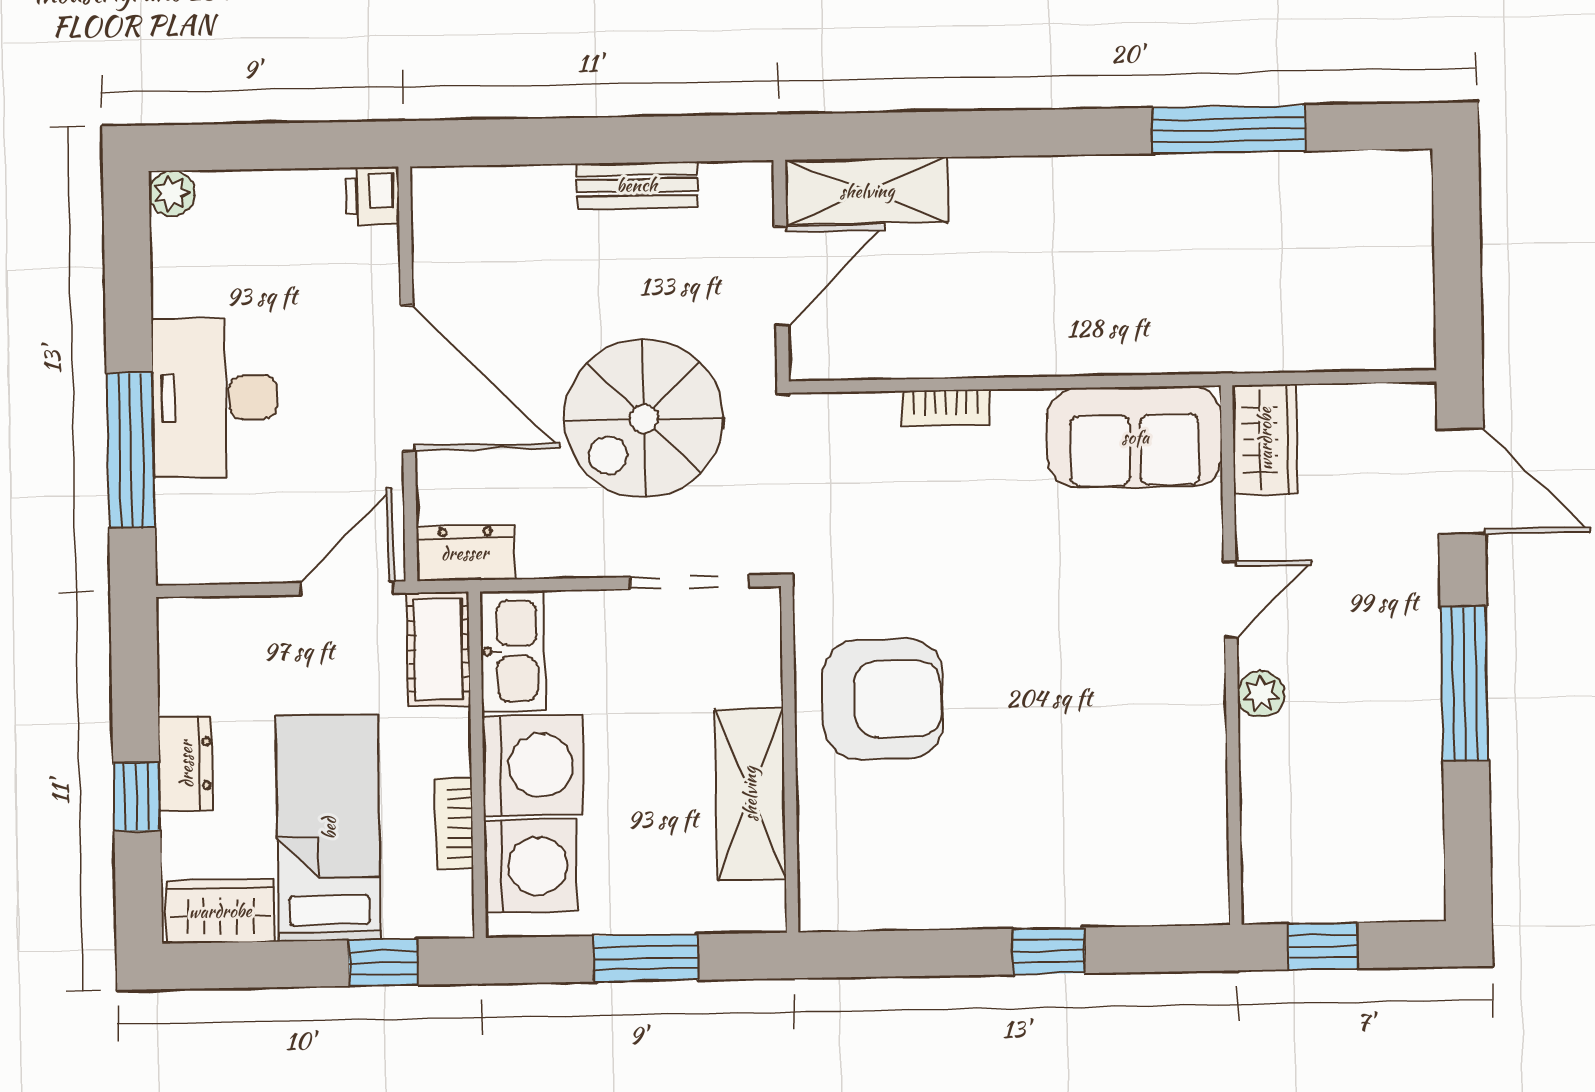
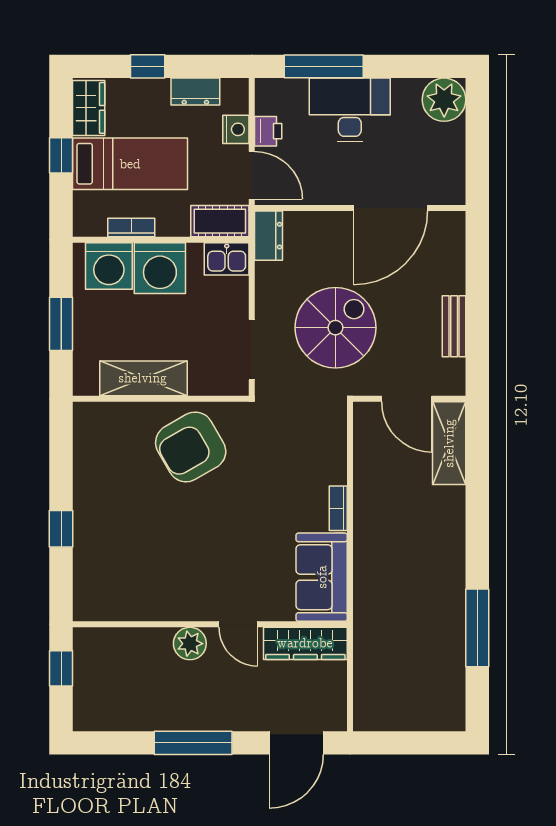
plant: (172, 193) -> (444, 100), width x1.88, depth x1.88
printer: (373, 196) -> (268, 131), moved, turned 90
door: (408, 378) -> (391, 208), moved
bookcase: (946, 408) -> (338, 508), moved
spiral stairs: (644, 418) -> (335, 328), turned 90
wardrobe: (1265, 439) -> (305, 643), width x1.50
nightstand: (257, 621) -> (236, 129), added
kitchen sink: (513, 651) -> (227, 259), width x0.73
plant: (1261, 694) -> (190, 644), width x1.38, depth x1.38
armchair: (883, 699) -> (191, 447), turned 60
dresser: (186, 764) -> (195, 92), moved
window: (383, 963) -> (61, 155), moved

